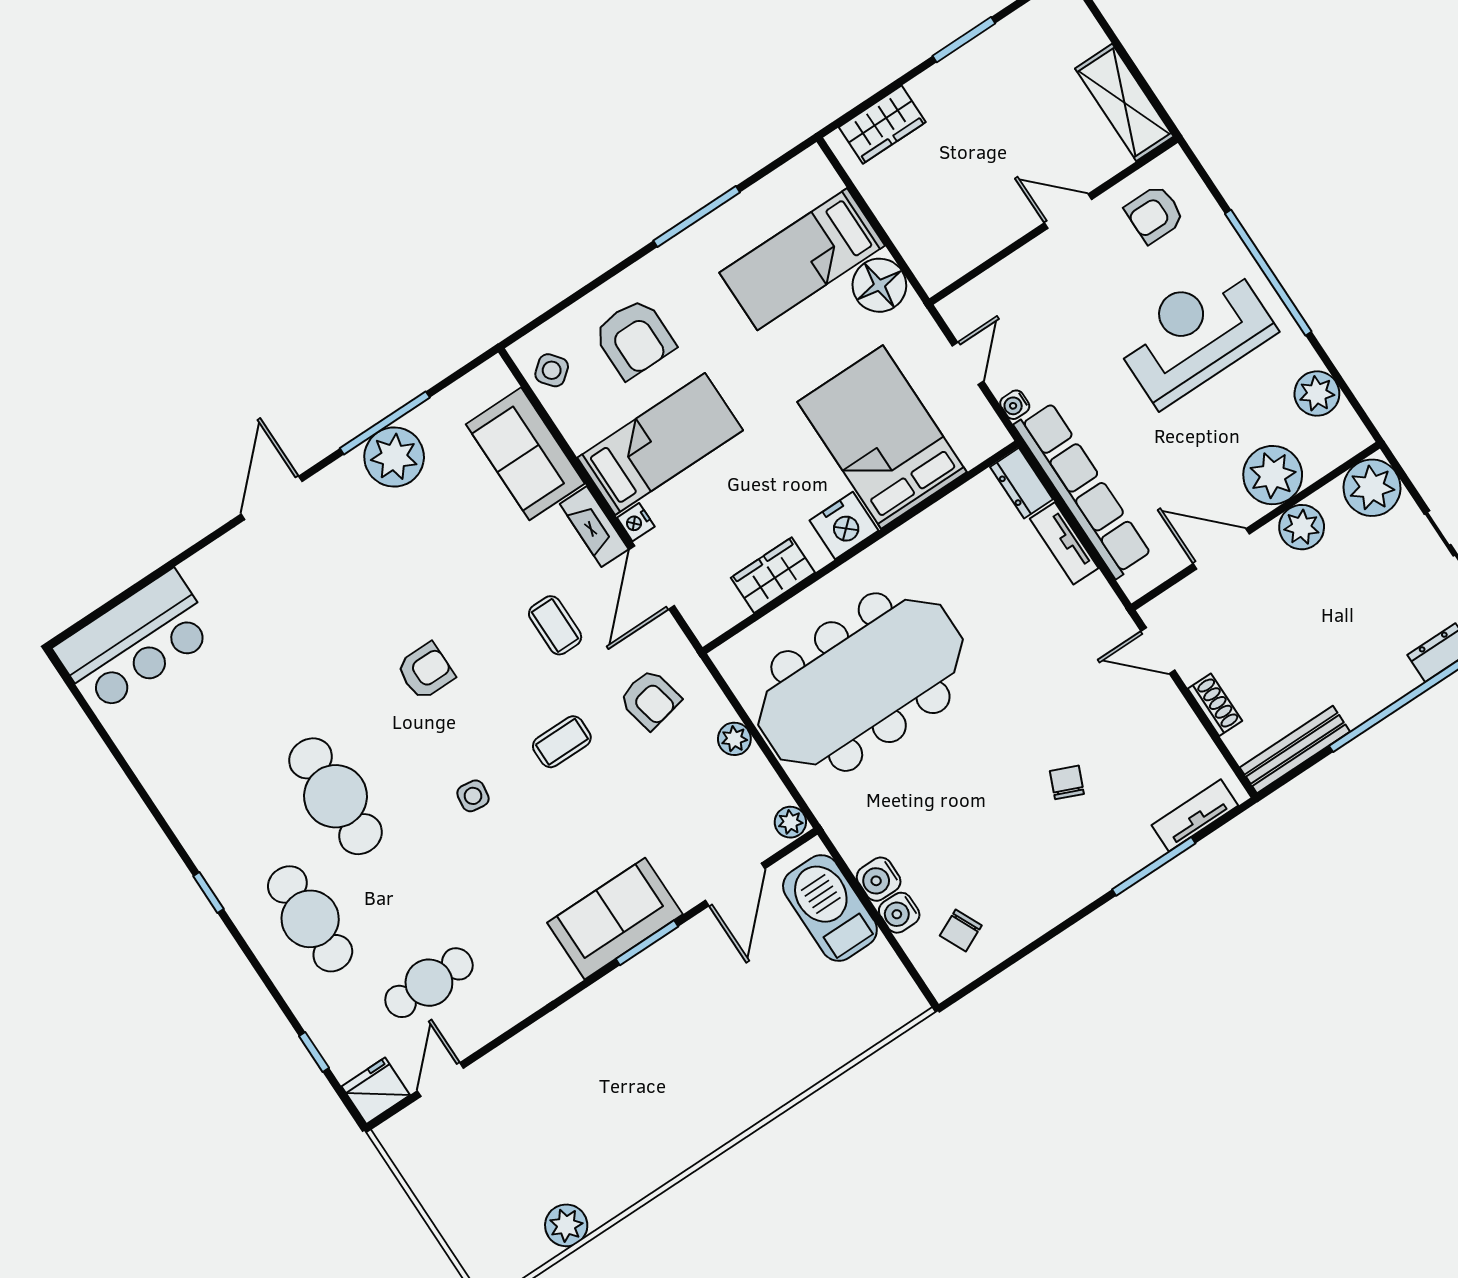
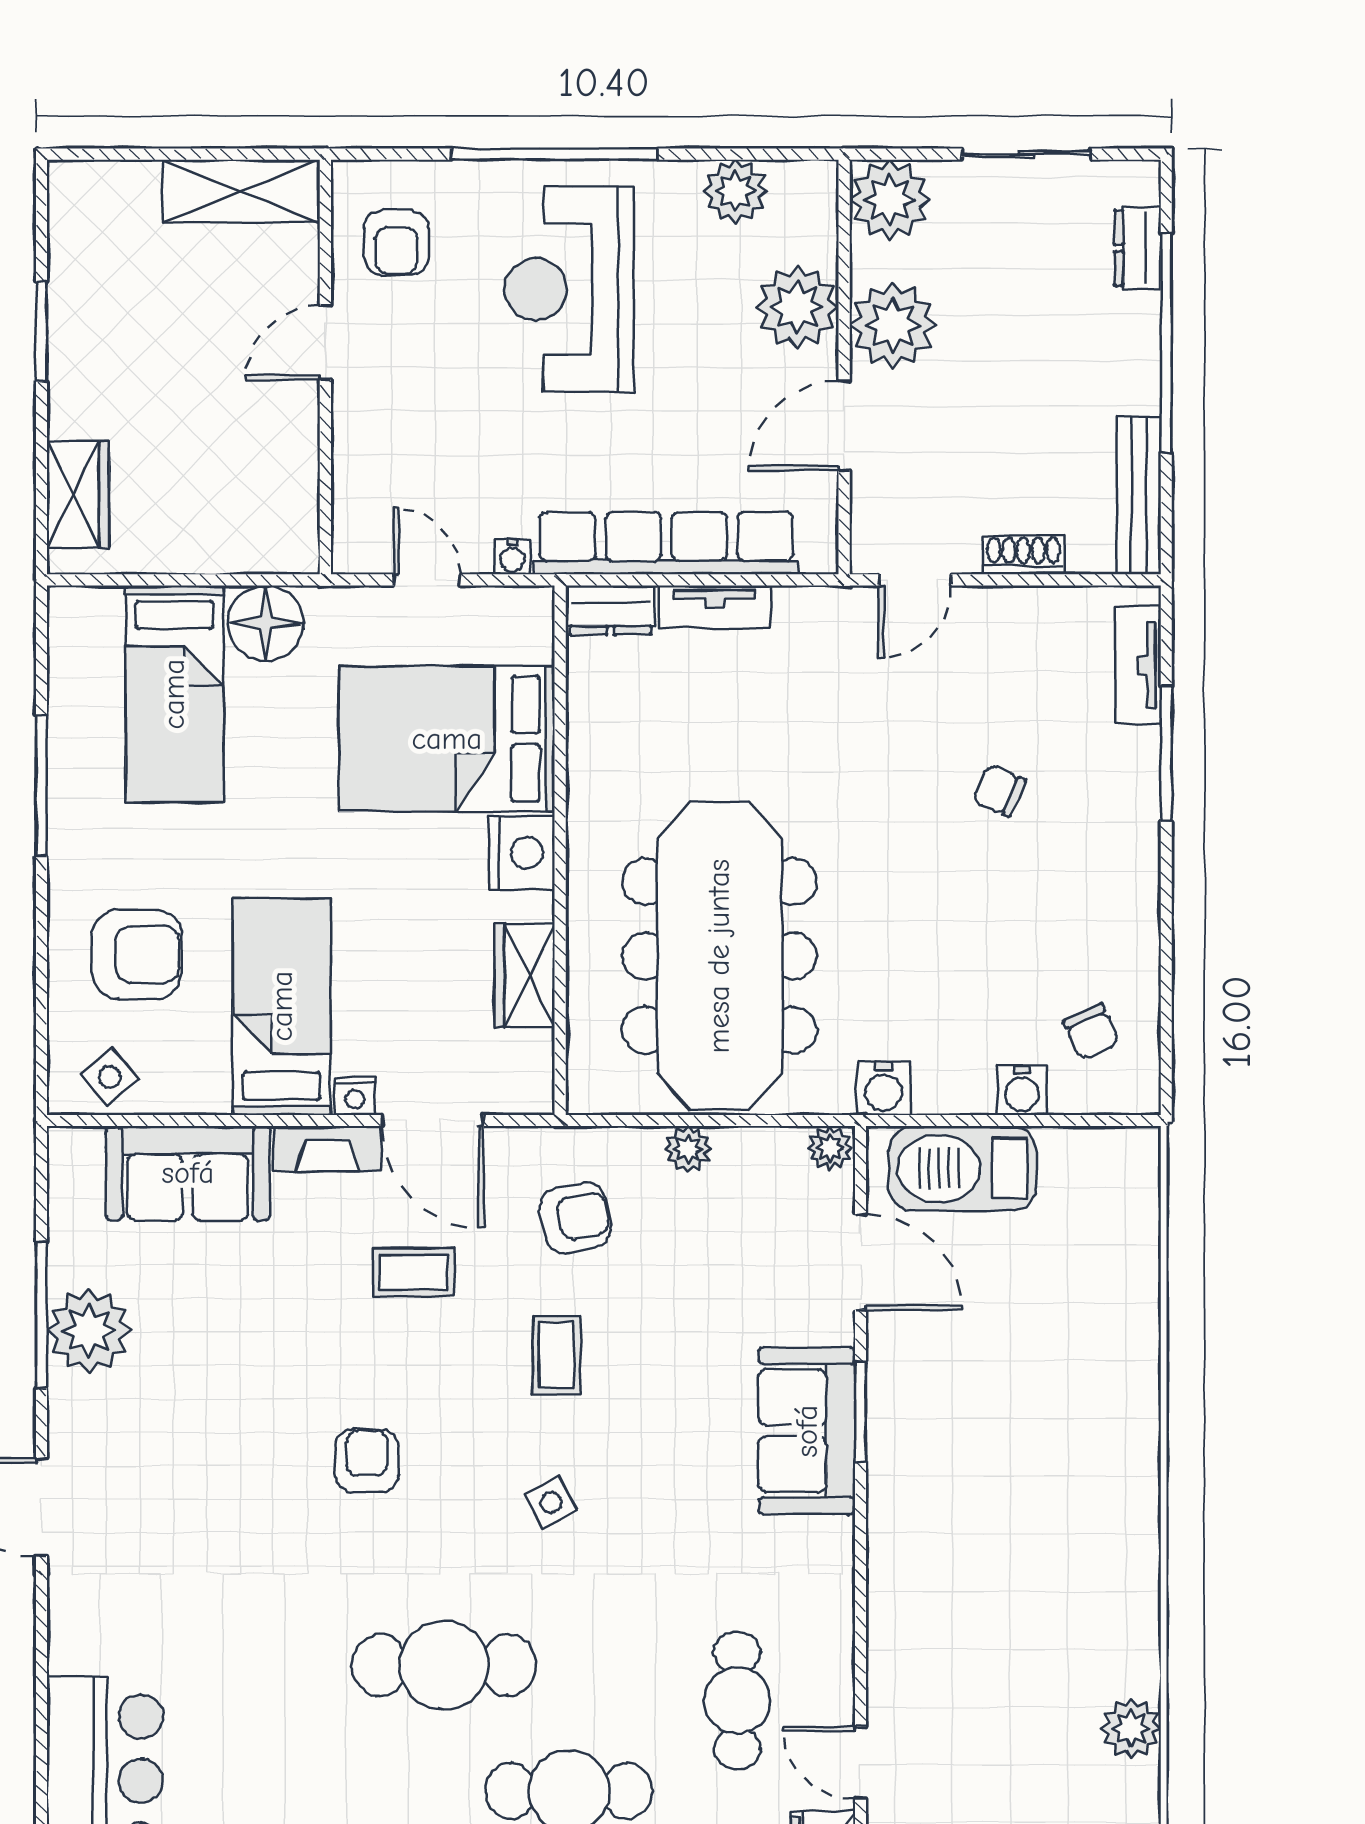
plant: (1302, 527) -> (893, 325), width x1.36, depth x1.36
side table: (473, 796) -> (551, 1502), turned -37
water cooler: (879, 879) -> (884, 1088), moved

